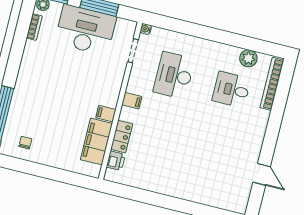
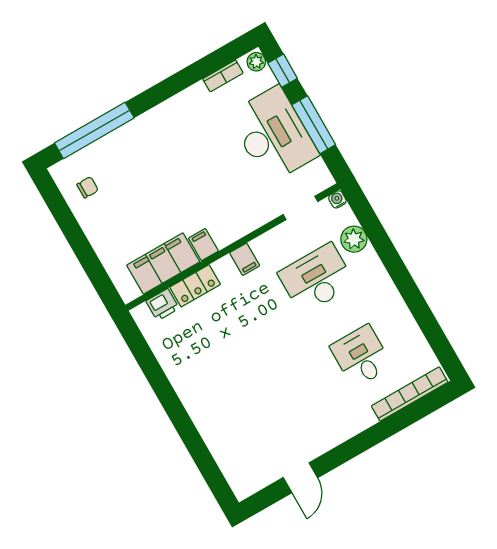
plant: (248, 58) -> (354, 239), moved

